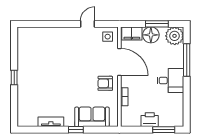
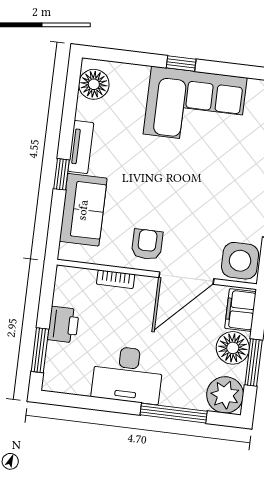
side table: (108, 37) -> (240, 261), width x1.87, depth x1.87
corner sofa: (34, 68) -> (195, 106), added
desk: (170, 81) -> (128, 375), width x1.37
floor lamp: (30, 119) -> (94, 84), added
tv unit: (51, 122) -> (81, 147), moved

